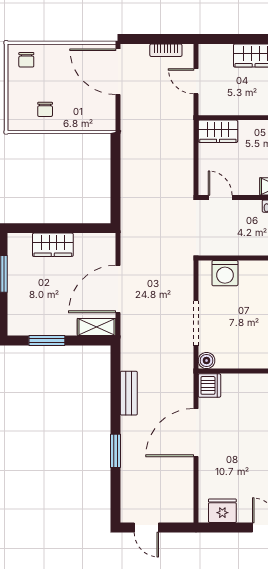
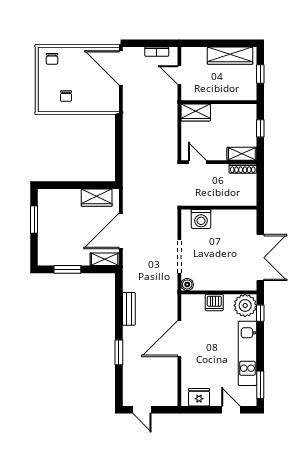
wardrobe: (53, 245) -> (97, 198), moved
dishwasher: (209, 385) -> (214, 302), moved, turned 90

